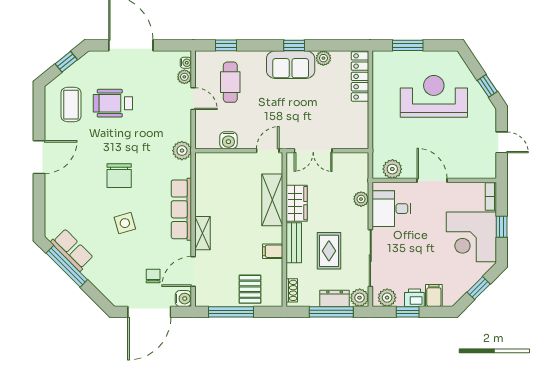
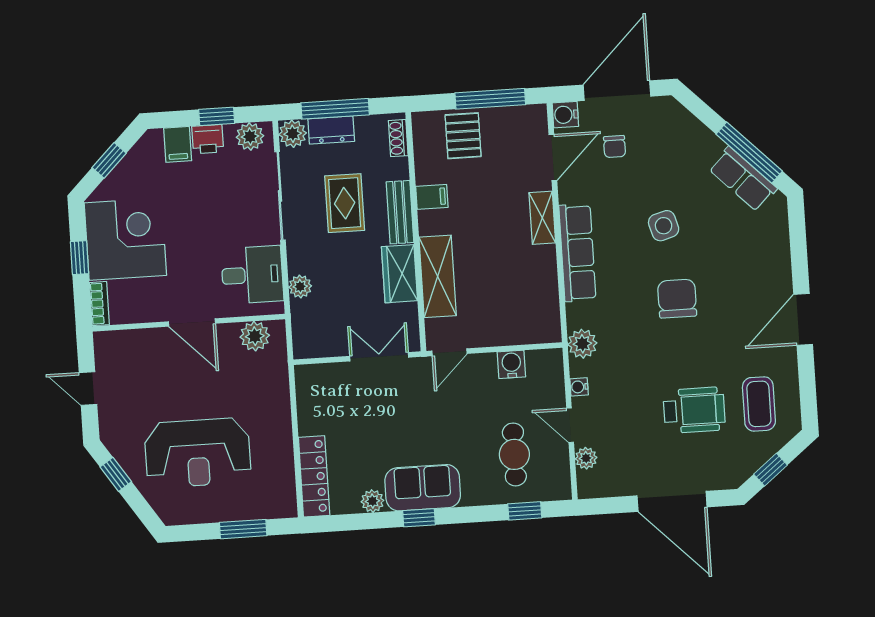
water cooler: (186, 63) -> (579, 387), moved

